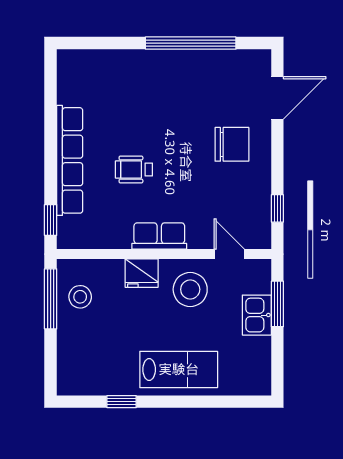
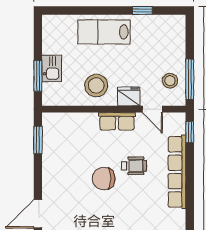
chair: (232, 144) -> (104, 179), moved
window: (277, 208) -> (38, 140), width x1.50
door: (229, 254) -> (152, 109), moved

